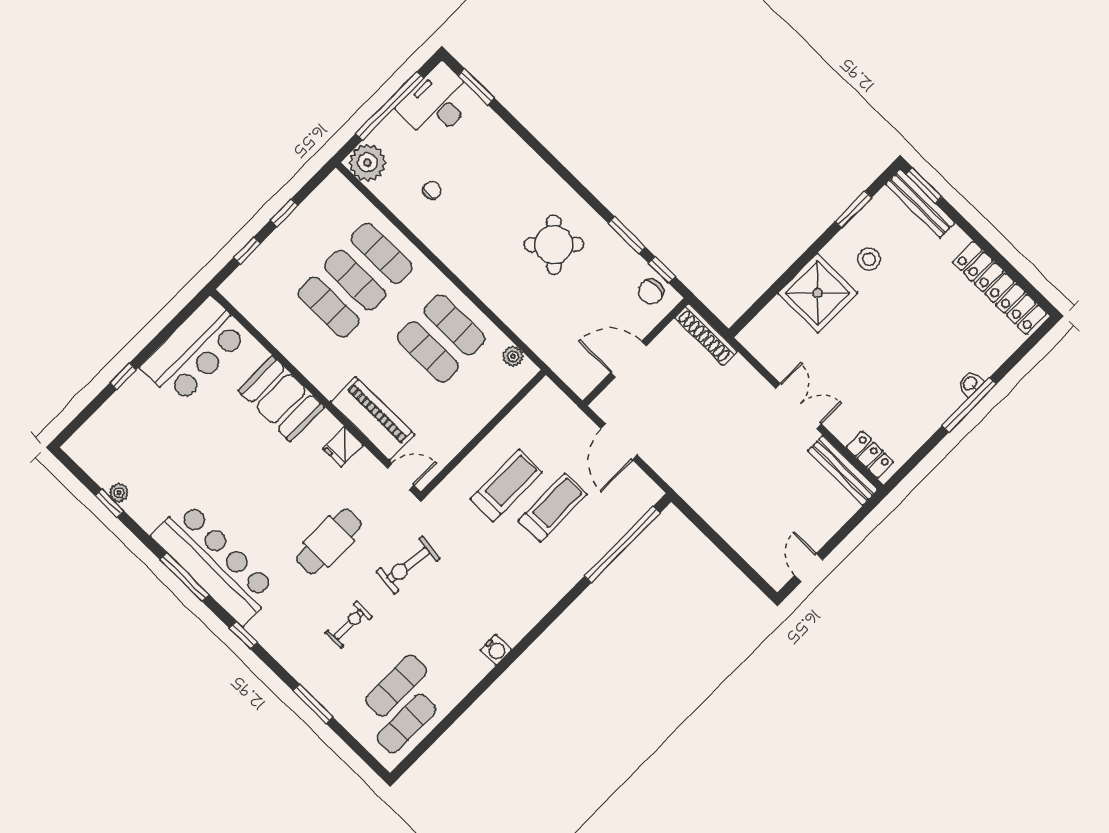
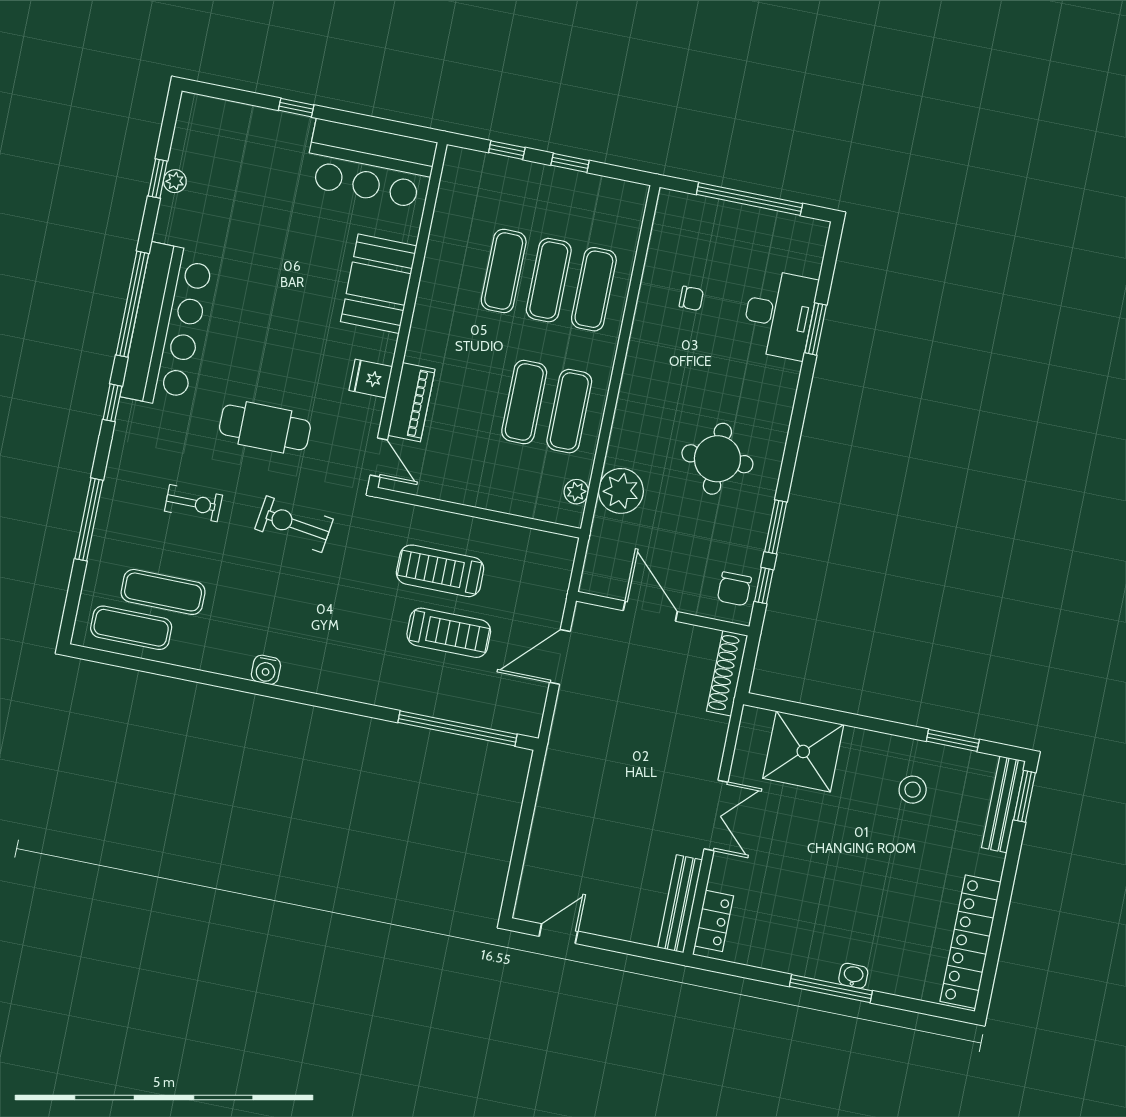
window: (476, 87) -> (816, 329), moved
desk: (437, 103) -> (779, 314), moved, turned 90
plant: (367, 163) -> (621, 491), moved
round table: (554, 245) -> (717, 459), turned 45
chair: (651, 292) -> (734, 589), turned -90
shower: (818, 293) -> (803, 751), moved
piano: (373, 418) -> (411, 402), width x0.73, depth x0.75
treadmill: (506, 486) -> (440, 571), turned 180
window: (184, 577) -> (132, 304), width x1.46
window: (313, 704) -> (89, 519), width x1.44

